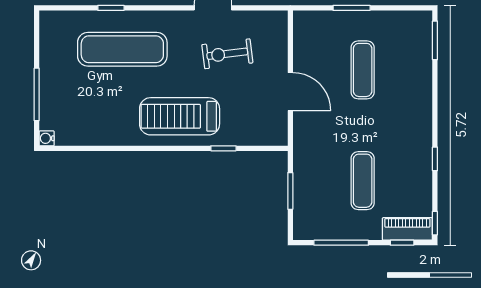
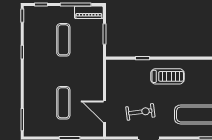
door: (290, 92) -> (104, 112), moved
treadmill: (180, 116) -> (167, 76), width x0.73, depth x0.73
piano: (407, 229) -> (89, 12), moved

